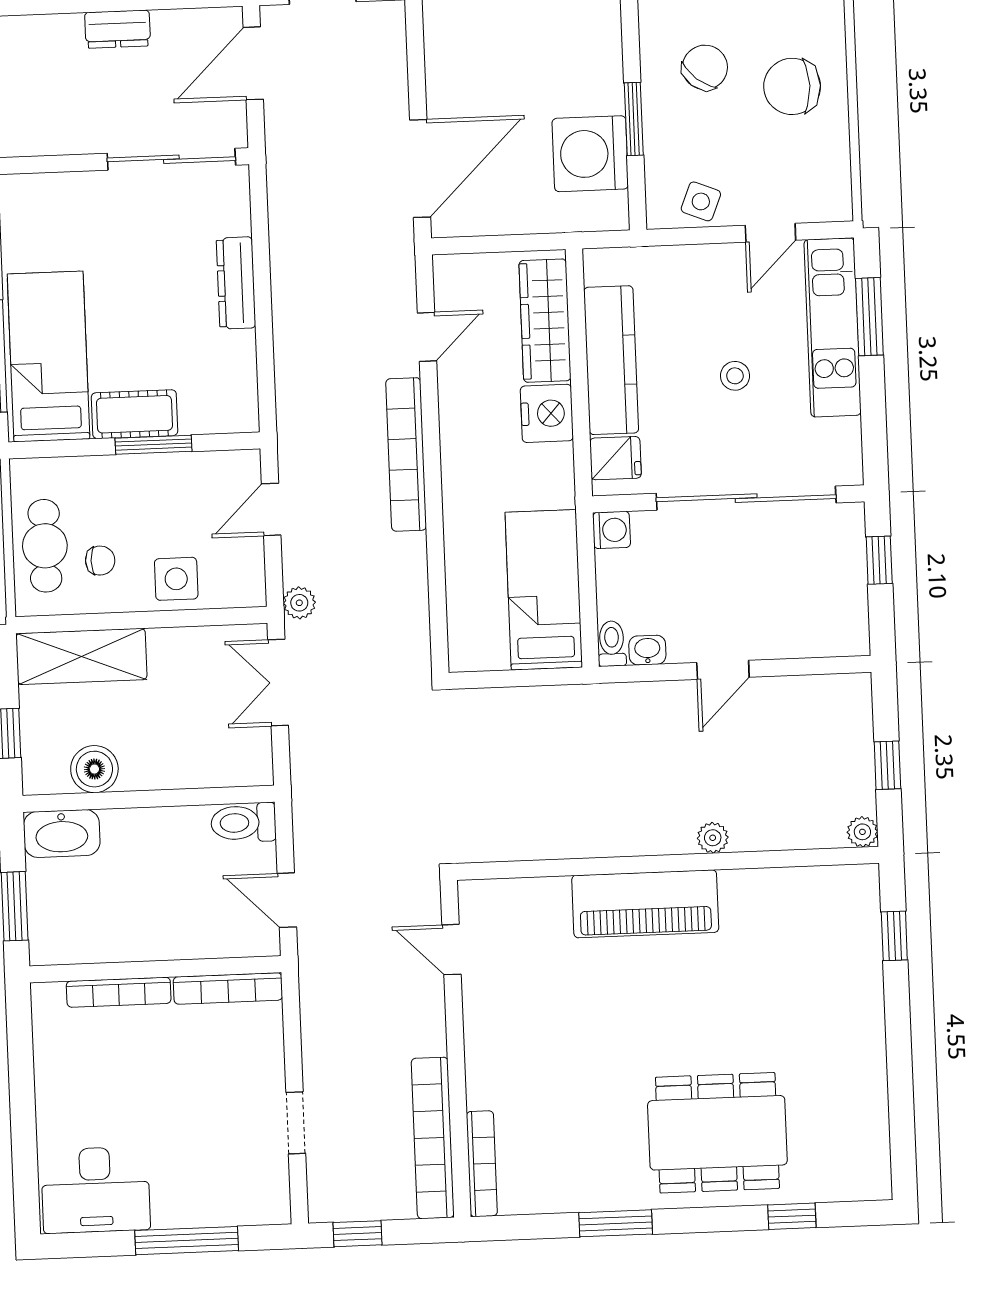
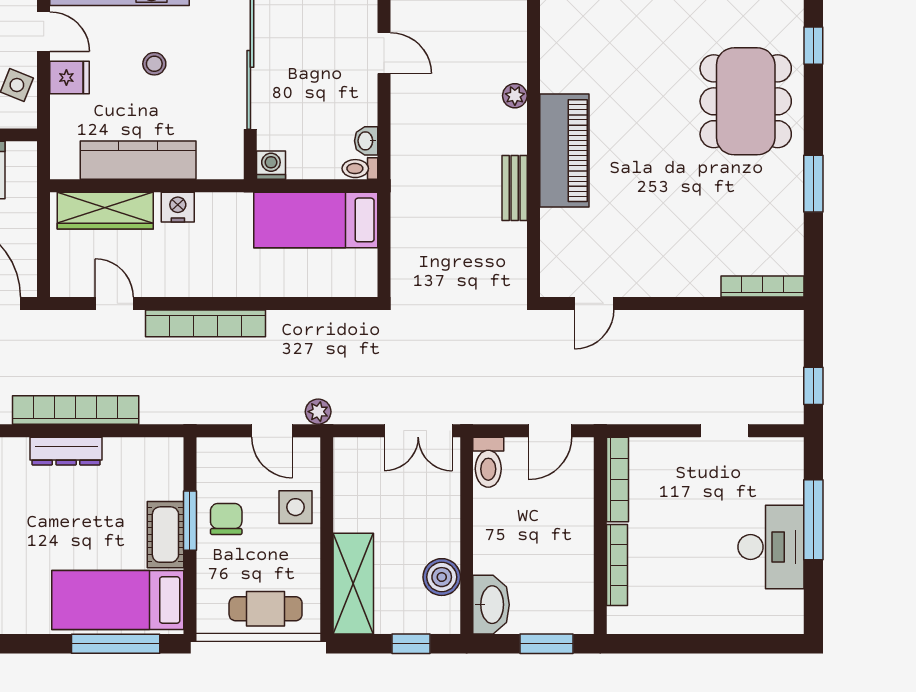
nightstand: (547, 413) -> (178, 207), width x0.74, depth x0.75
fridge: (615, 458) -> (70, 78), moved, turned 90
door: (271, 509) -> (272, 431), moved
chair: (100, 561) -> (226, 519), moved, width x1.37, depth x1.37
door: (723, 670) -> (384, 53), moved
double door: (278, 683) -> (418, 431), moved
bench: (595, 842) -> (515, 188), added
bookcase: (433, 1138) -> (76, 410), moved, turned 180
desk: (96, 1190) -> (771, 547), moved

